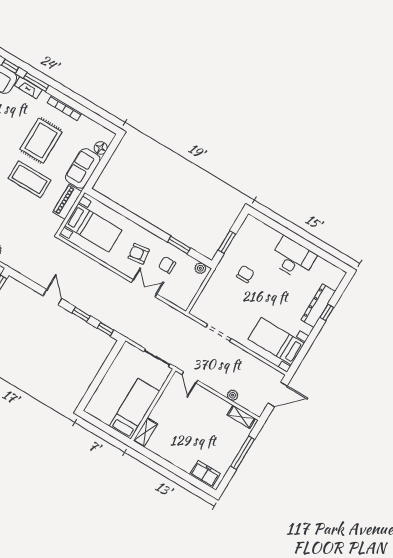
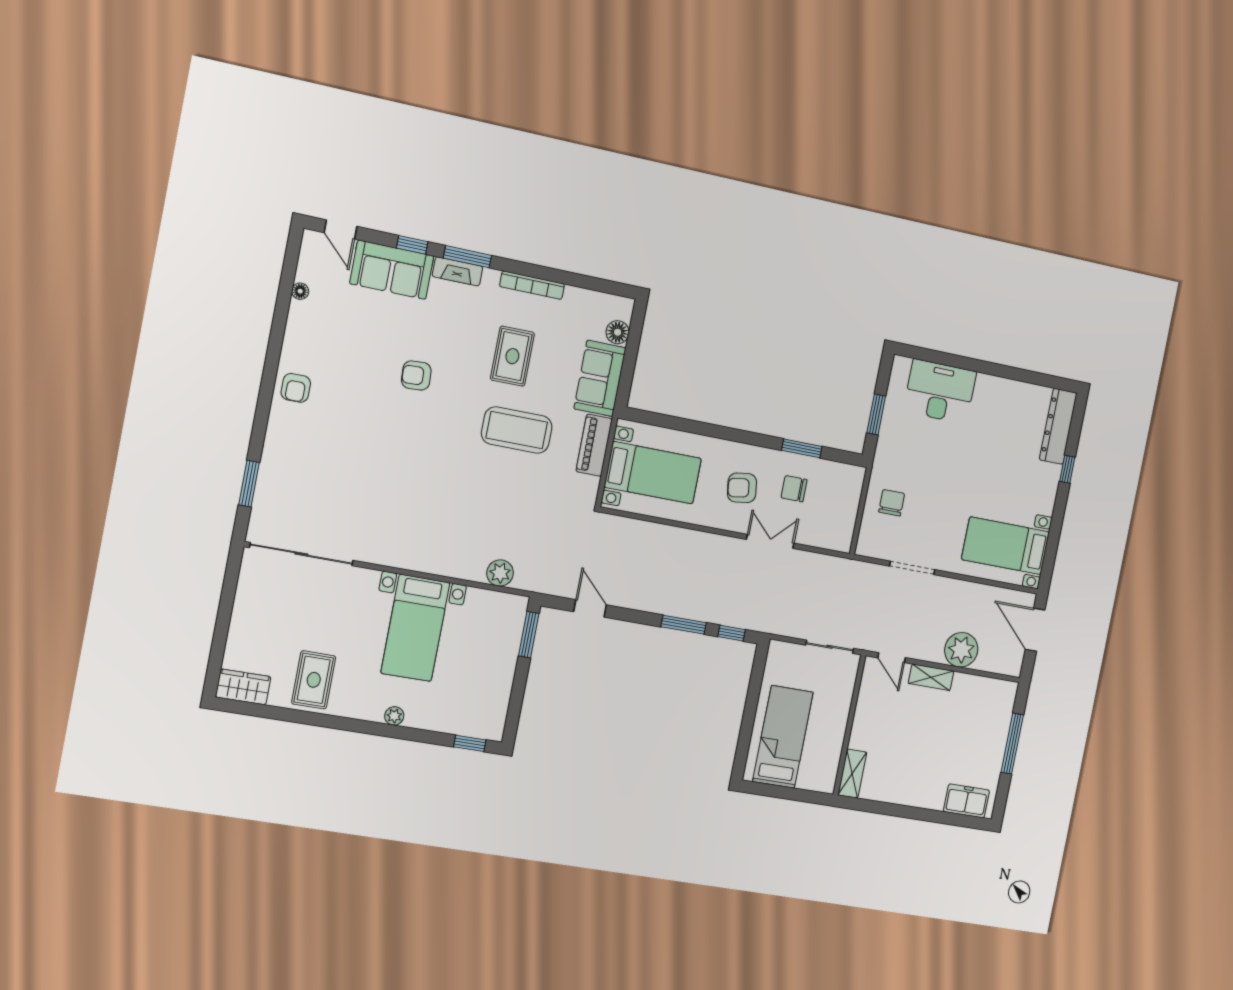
rug: (41, 141) -> (512, 356), width x0.73, depth x0.70
desk: (293, 258) -> (940, 391), moved
plant: (200, 268) -> (849, 474), removed
chair: (245, 274) -> (892, 503), moved
door: (52, 297) -> (590, 608), moved
dresser: (318, 306) -> (1058, 426), moved
window: (81, 314) -> (684, 625), width x1.50
door: (278, 394) -> (1035, 630), swing flipped
plant: (233, 395) -> (961, 650), width x1.87, depth x1.87
bed: (134, 409) -> (783, 737), moved
shelving: (241, 417) -> (931, 677), moved

